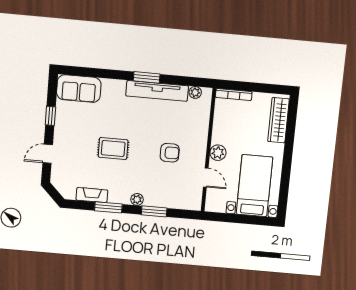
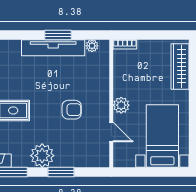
window: (147, 77) -> (58, 35), moved
bookcase: (234, 94) -> (125, 44), width x0.64
plant: (137, 199) -> (42, 156), width x1.88, depth x1.88

